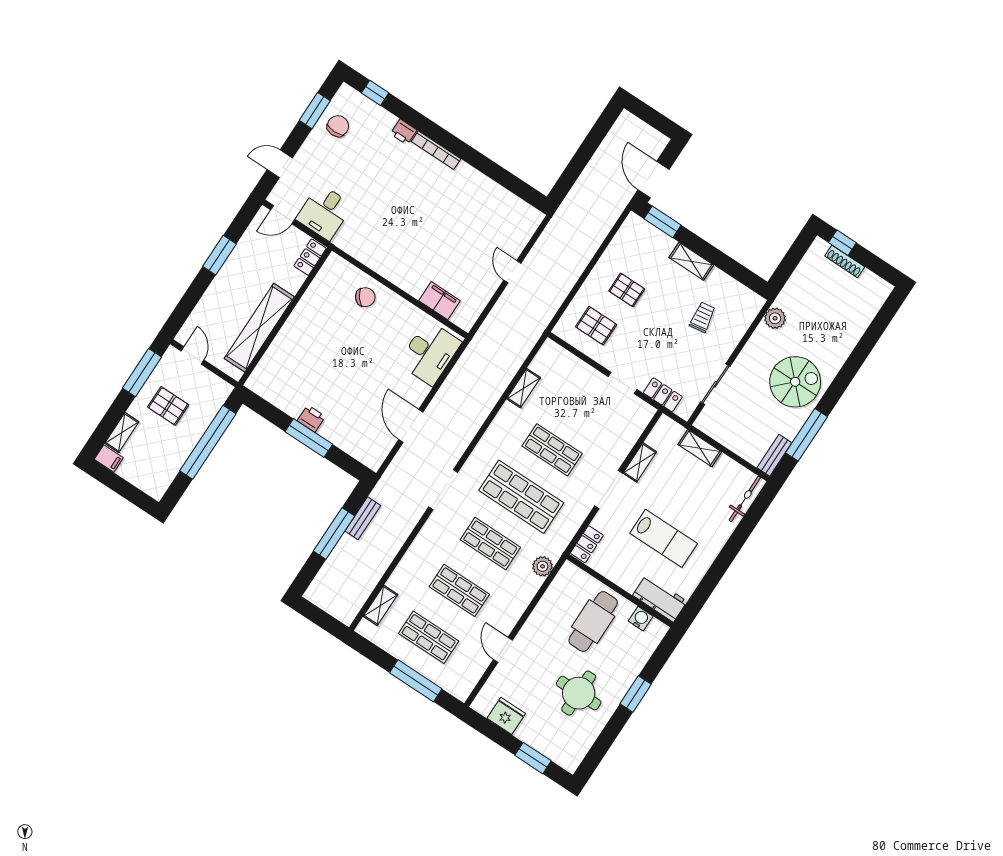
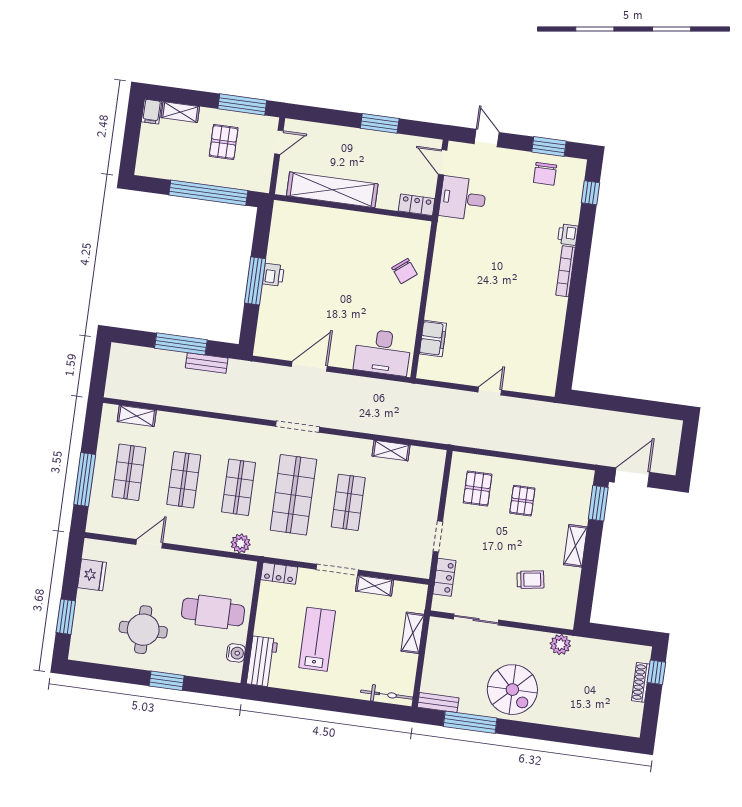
chair: (338, 126) -> (545, 174), turned 90
doorway: (443, 490) -> (298, 427), moved
lab bench: (664, 538) -> (317, 639), turned 180

